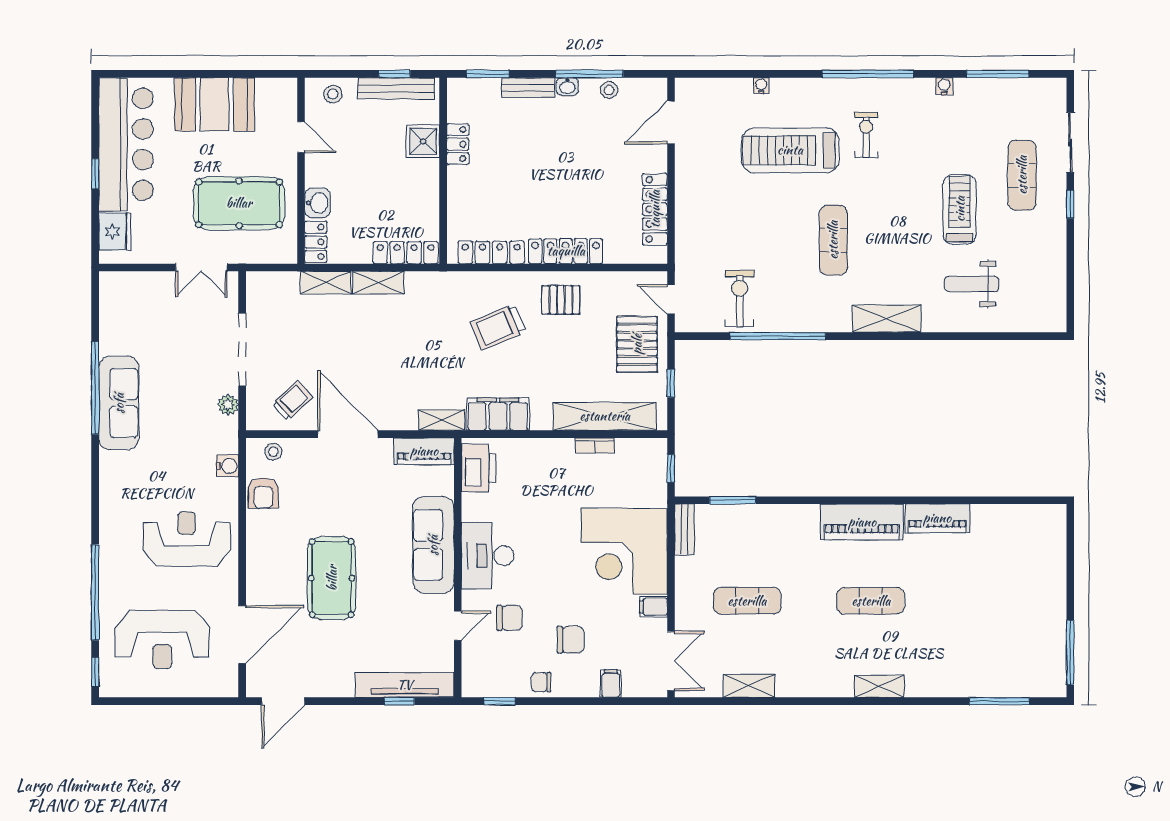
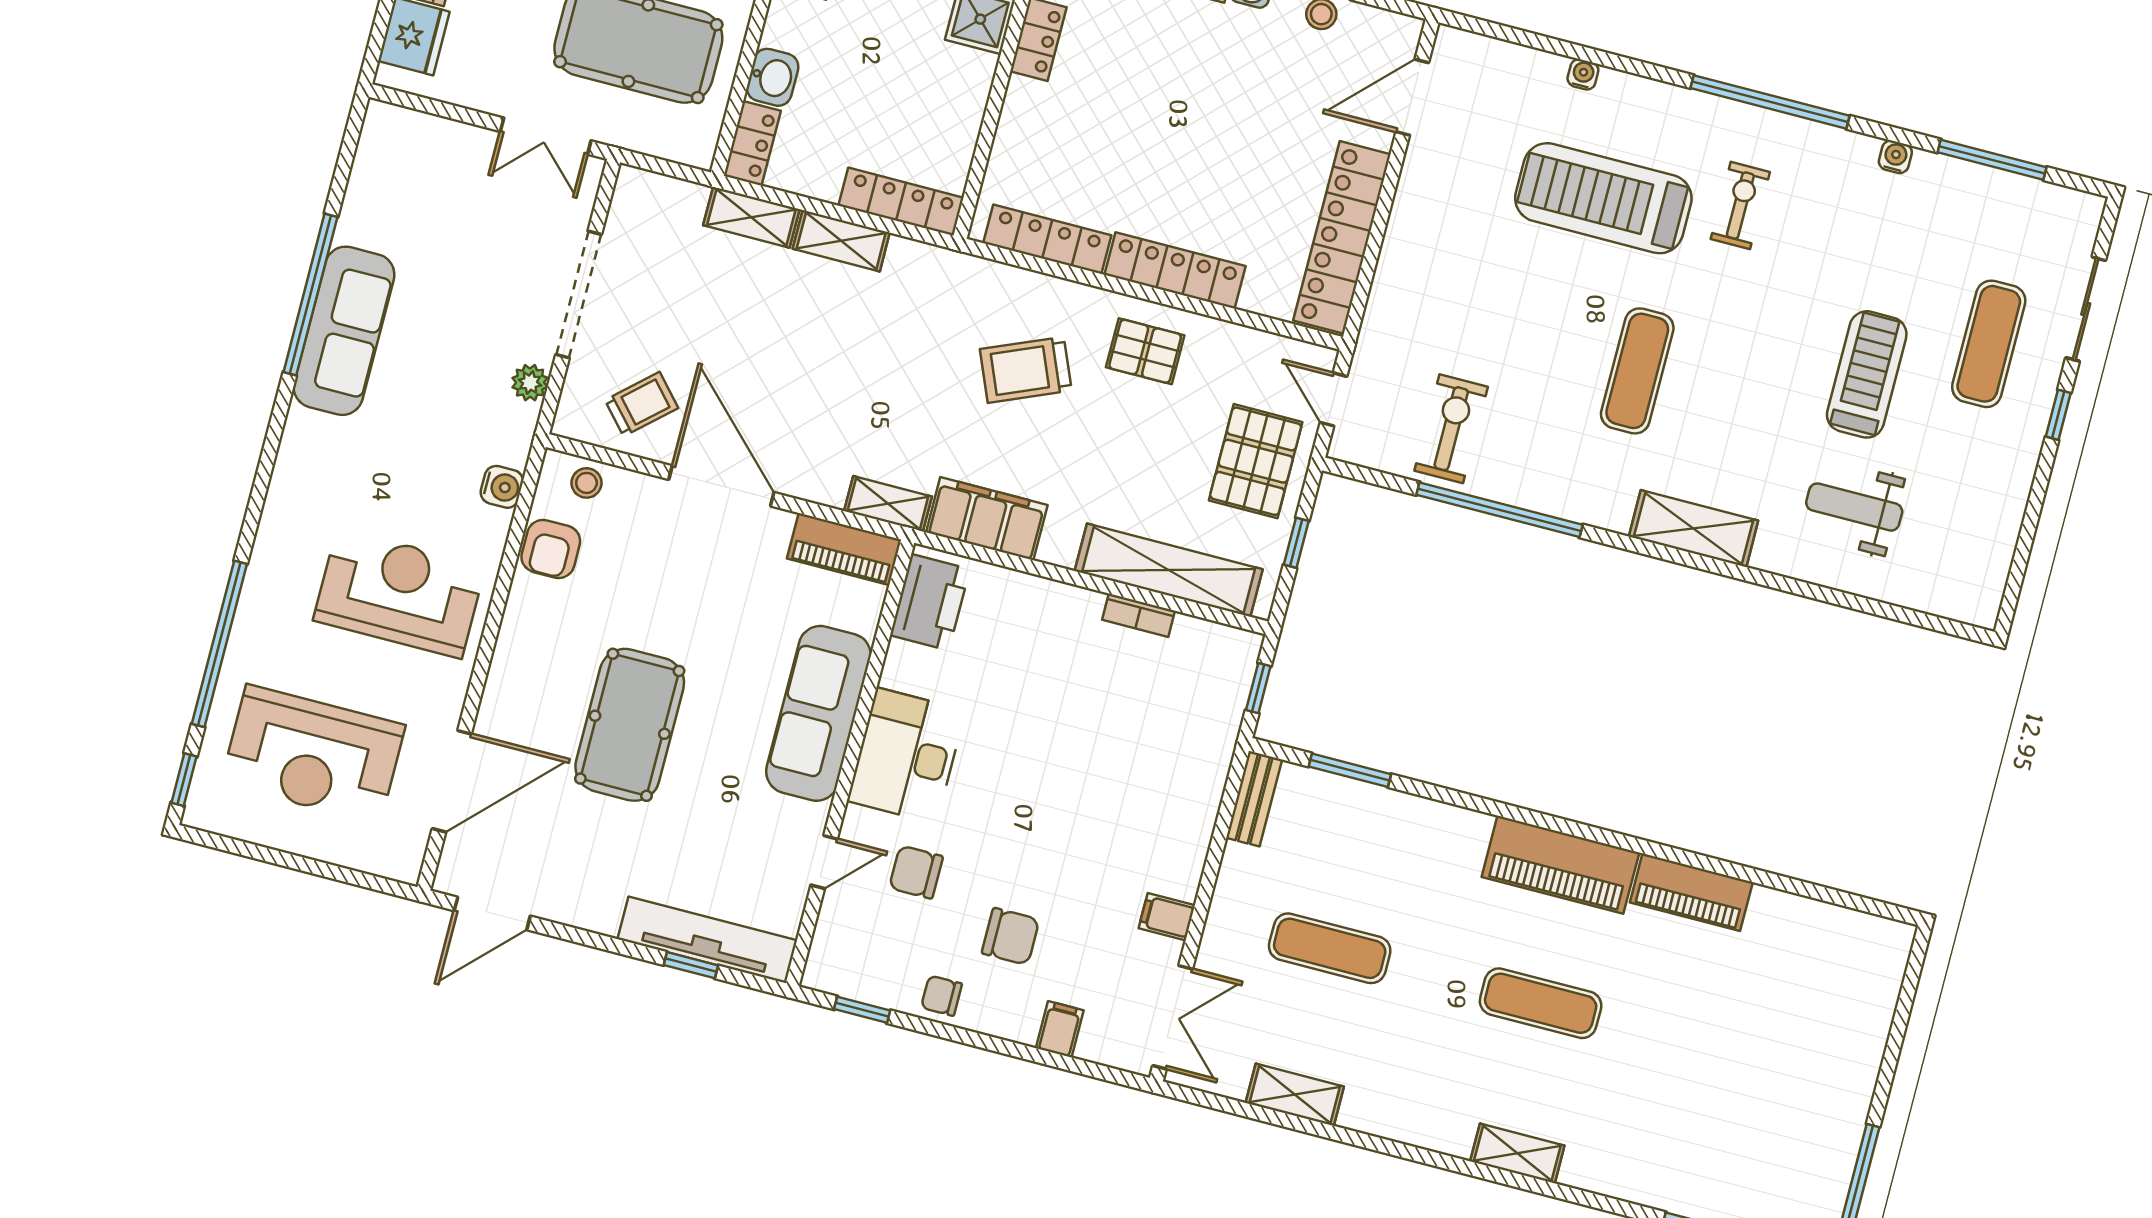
locker: (655, 209) -> (1342, 237), width x1.41, depth x1.21
corner desk: (624, 551) -> (1142, 809), removed
chair: (510, 618) -> (916, 872), turned 180

